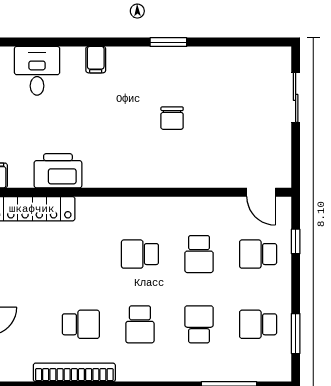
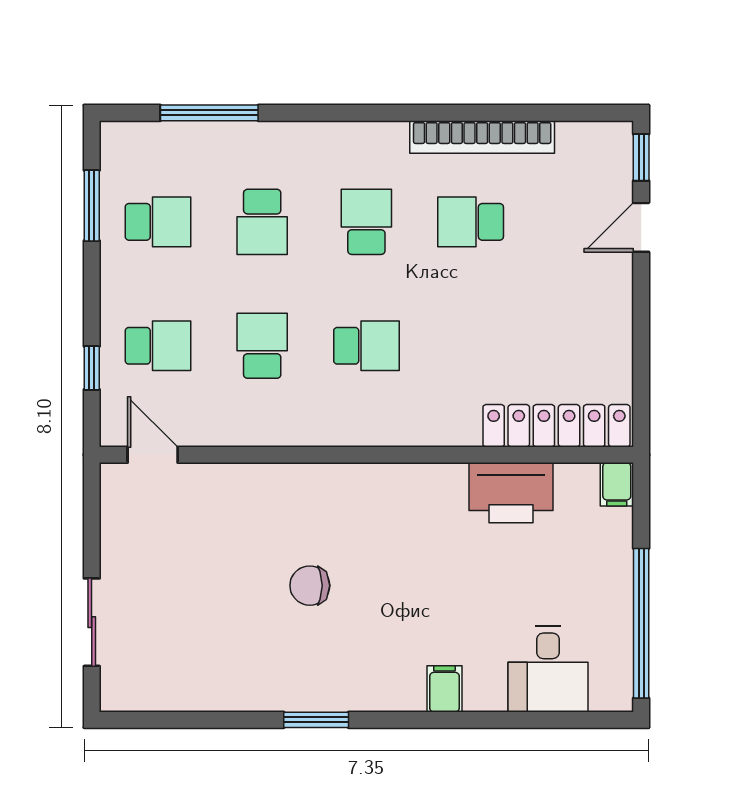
chair: (172, 118) -> (310, 586), turned -90

